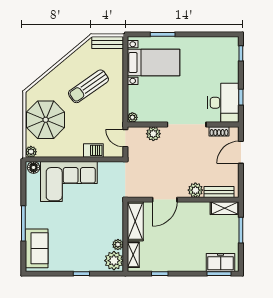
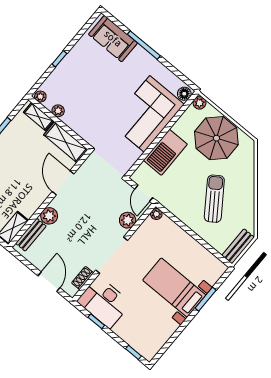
bed with nightstands: (154, 63) -> (174, 288), moved, turned 90
door: (125, 138) -> (144, 193), swing flipped
barbecue: (93, 150) -> (165, 152), width x1.88, depth x1.53
plant: (114, 261) -> (40, 97), width x0.53, depth x0.53

